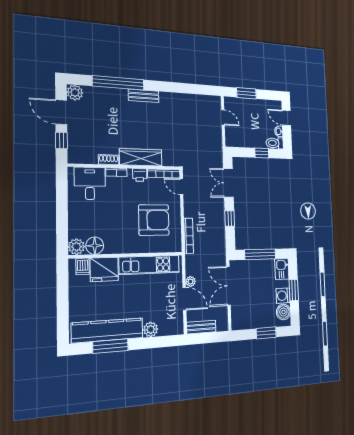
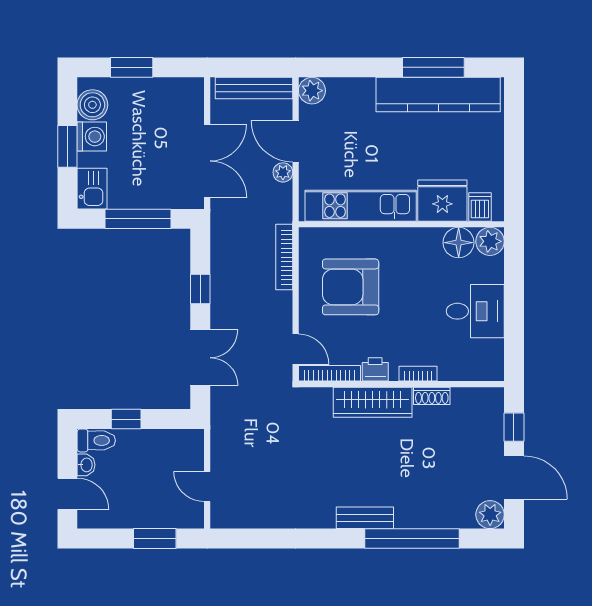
desk: (90, 183) -> (475, 311), moved, turned -90
bench: (201, 327) -> (254, 88), width x1.36
plant: (151, 329) -> (312, 91), moved

